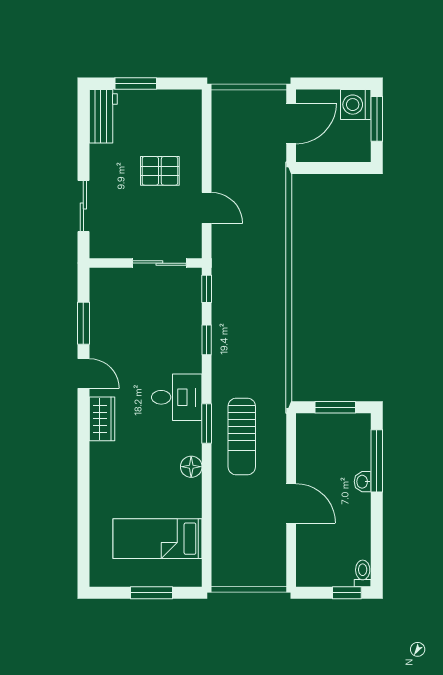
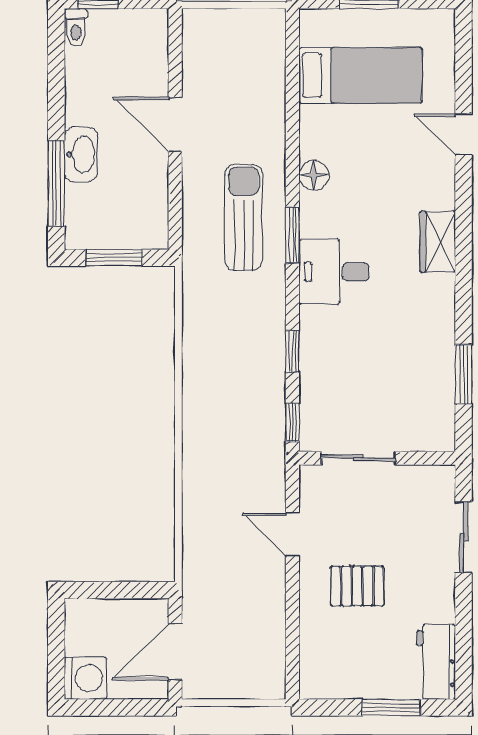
window: (377, 119) -> (56, 658), removed
door: (83, 373) -> (464, 134), moved
washbasin: (363, 482) -> (81, 154), width x1.91, depth x1.45

